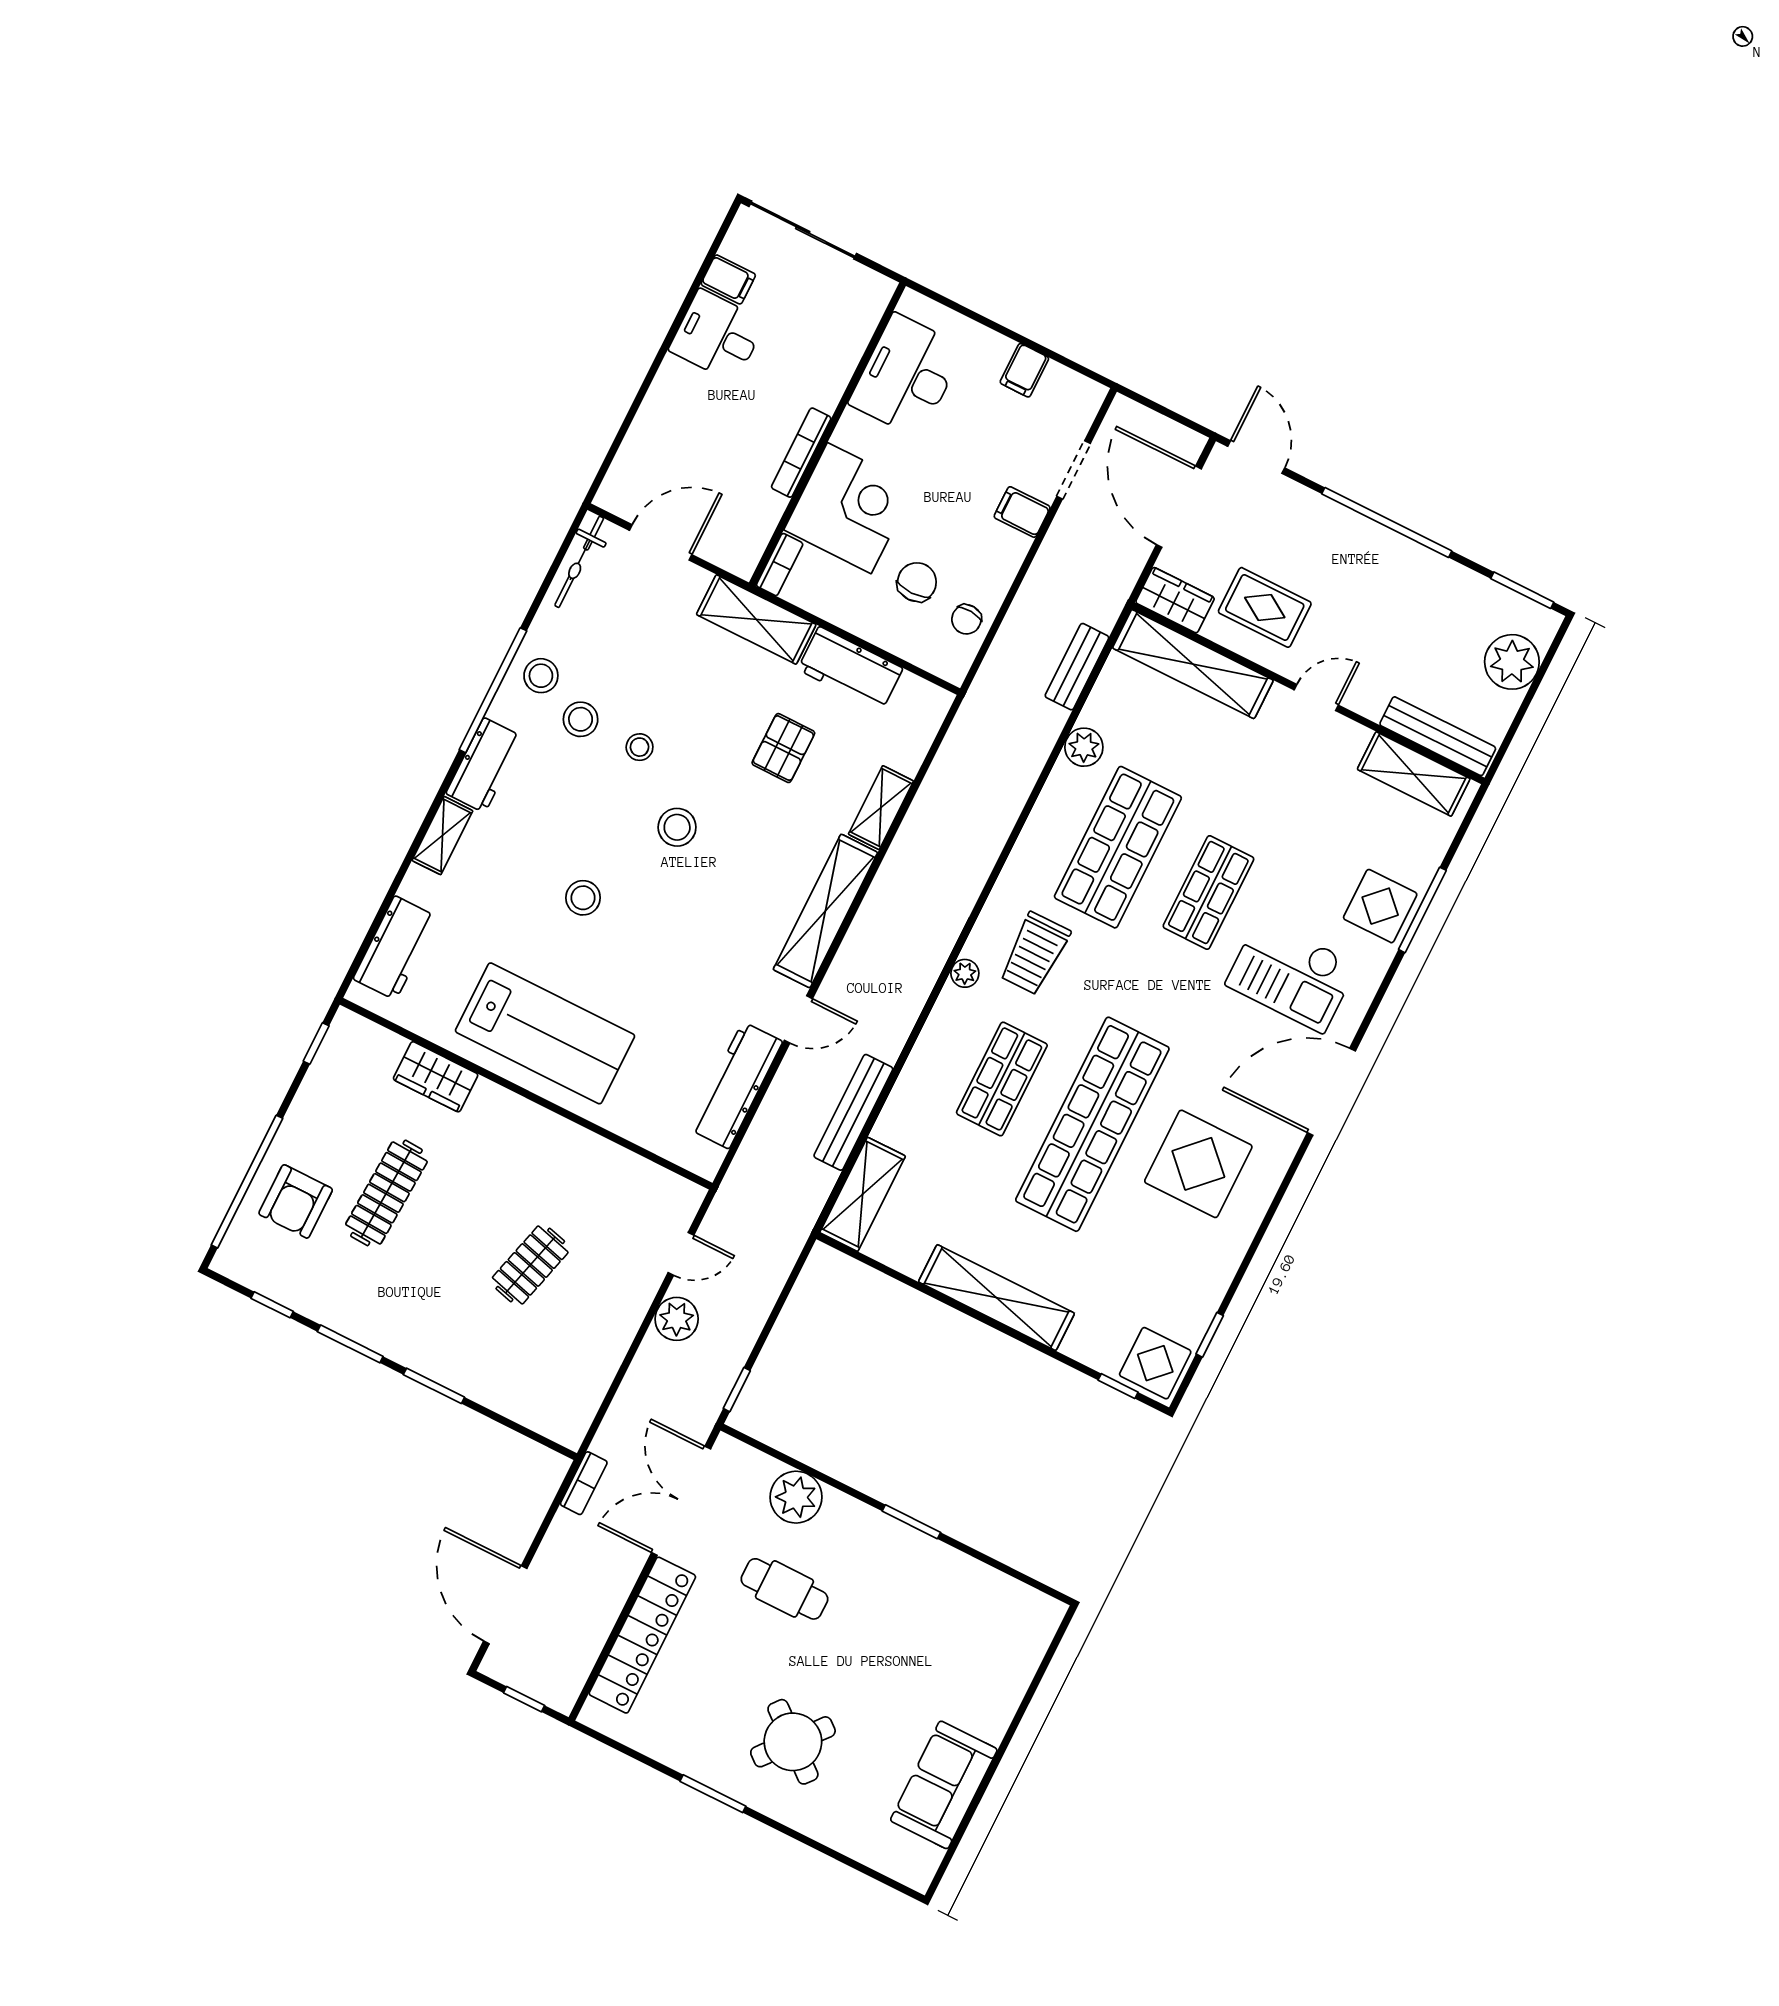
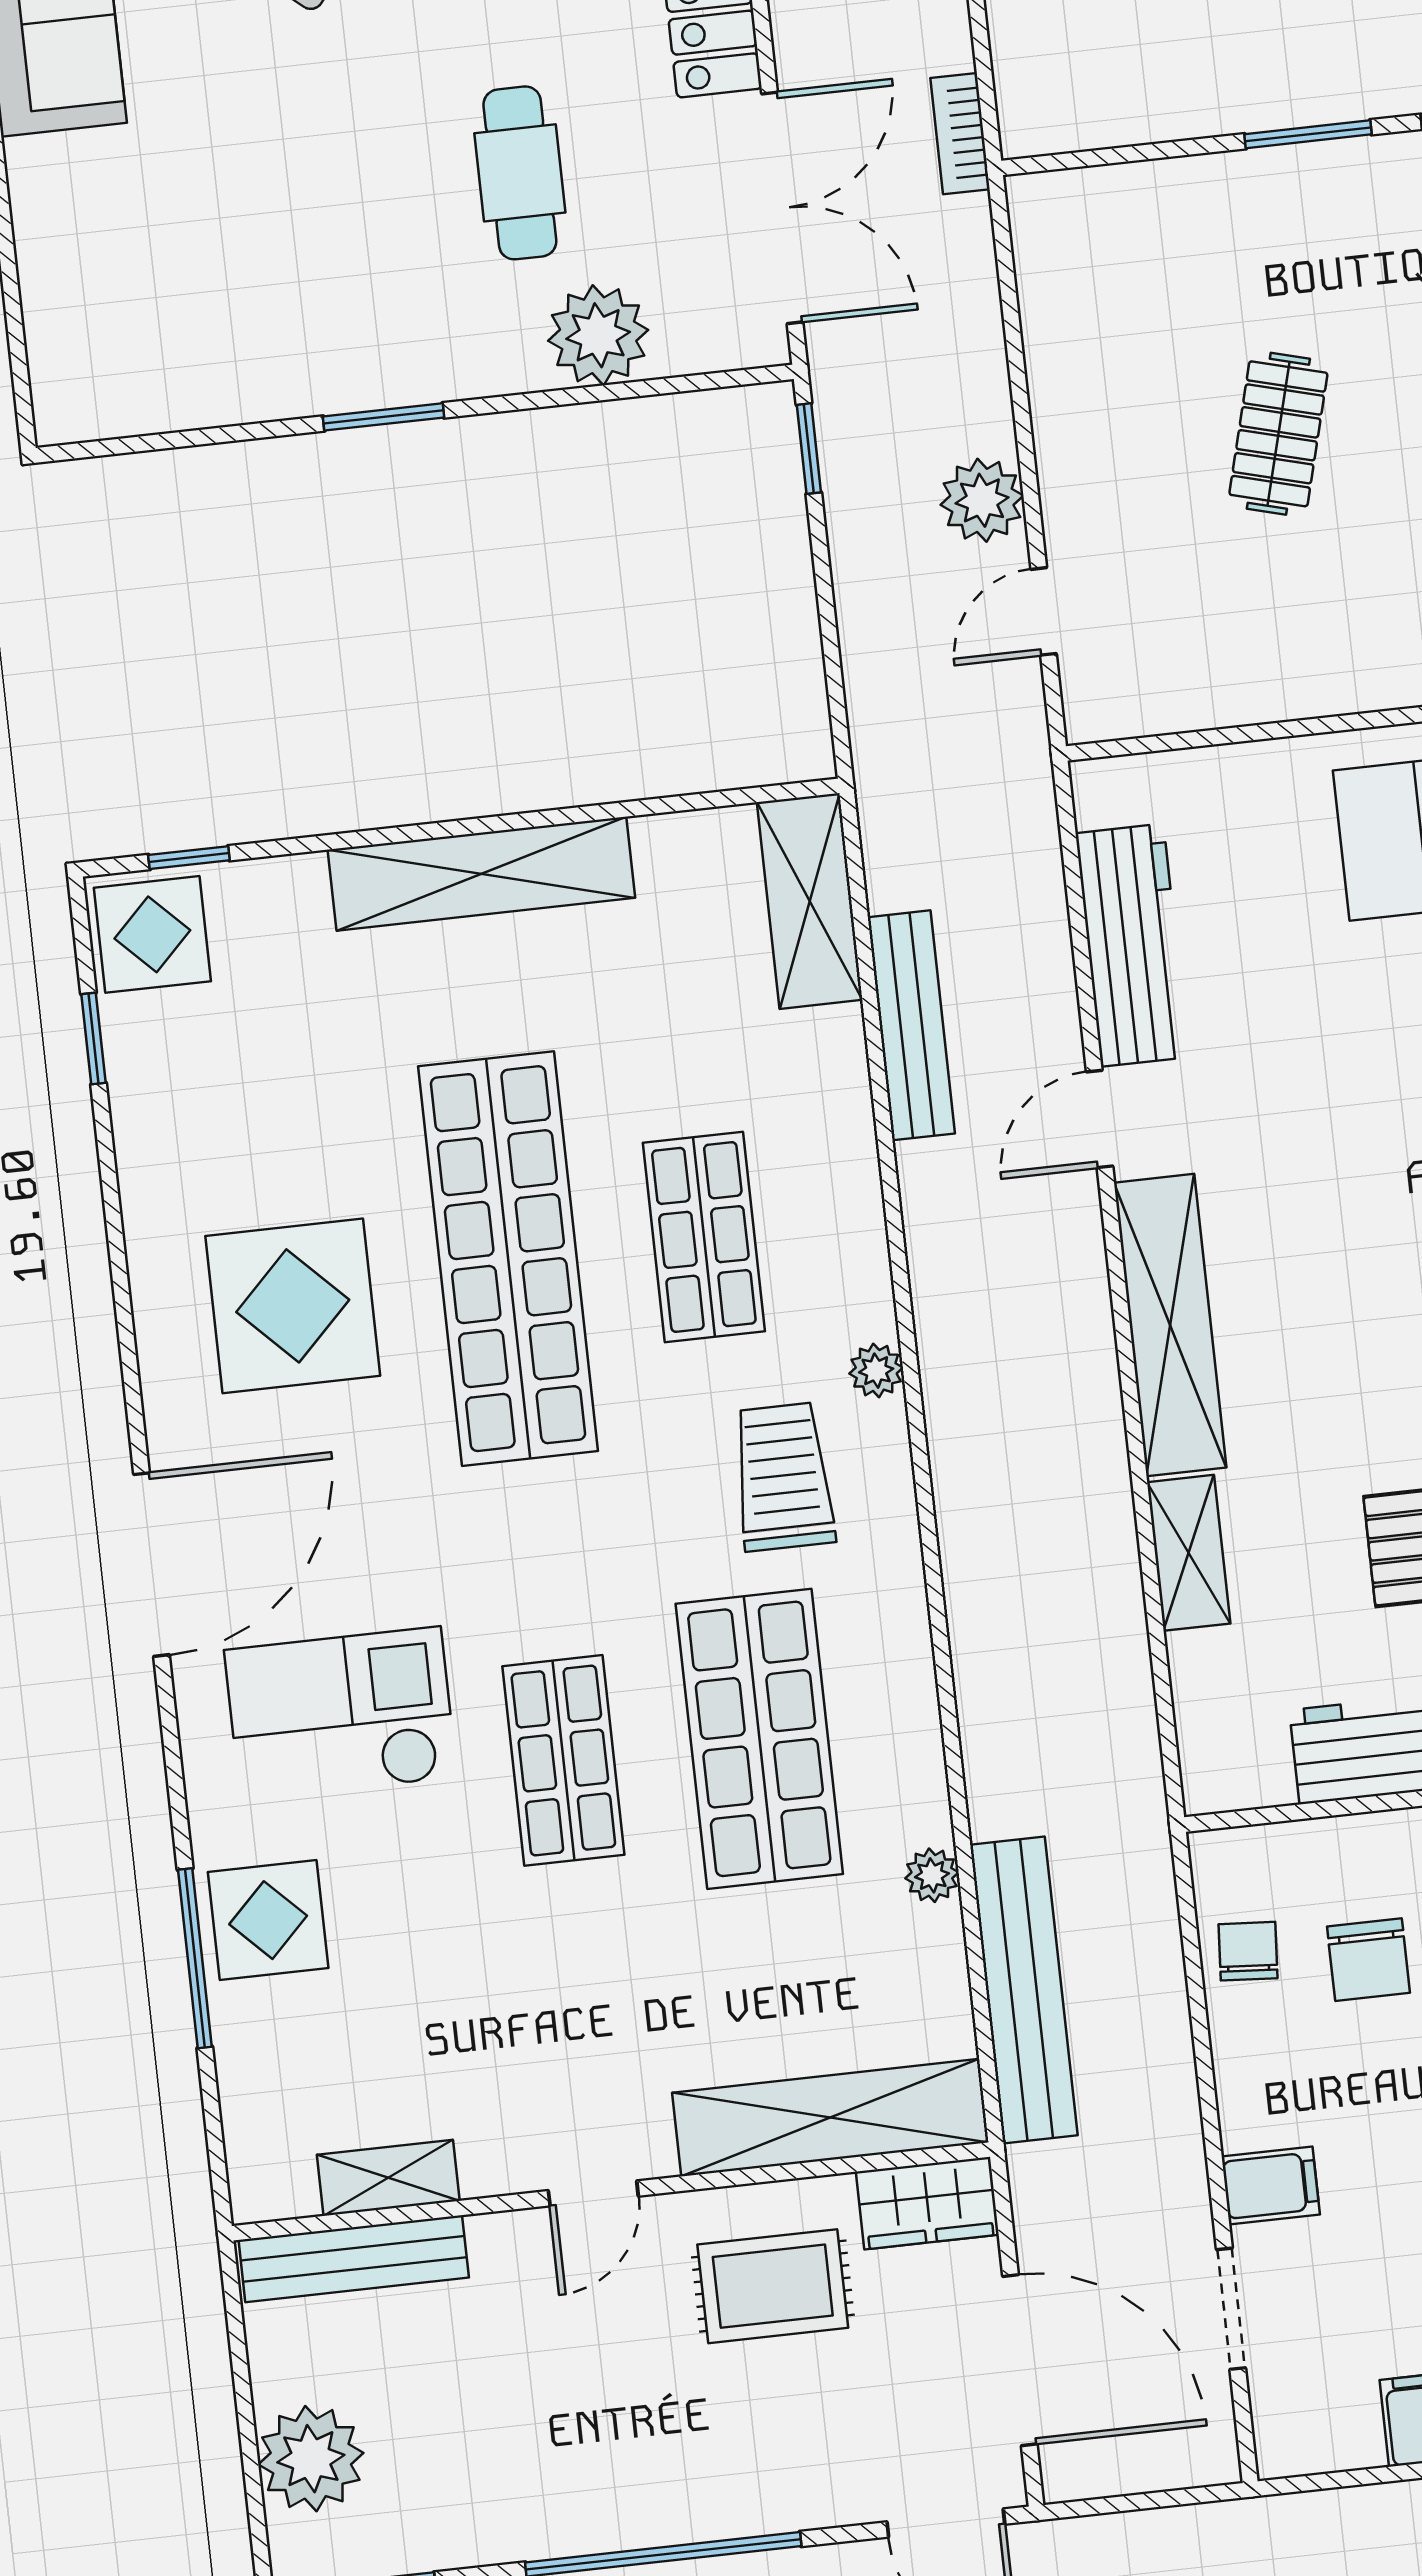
bench: (1077, 667) -> (1024, 1990), width x1.86, depth x1.21
plant: (1084, 747) -> (932, 1875), width x0.73, depth x0.73
shelving: (1414, 774) -> (388, 2178), width x0.67, depth x0.75
cafe table: (784, 1589) -> (520, 173), turned 90

